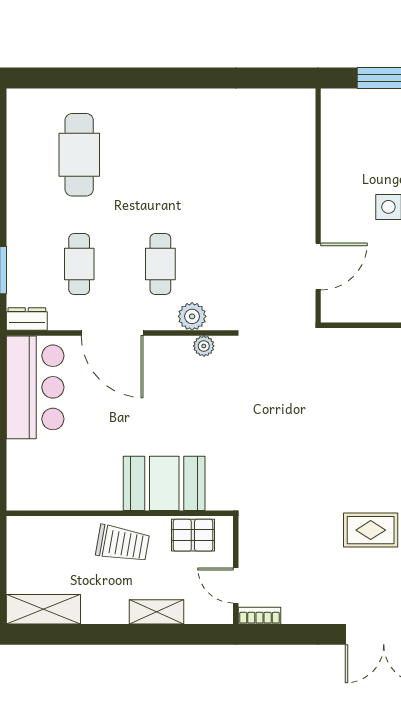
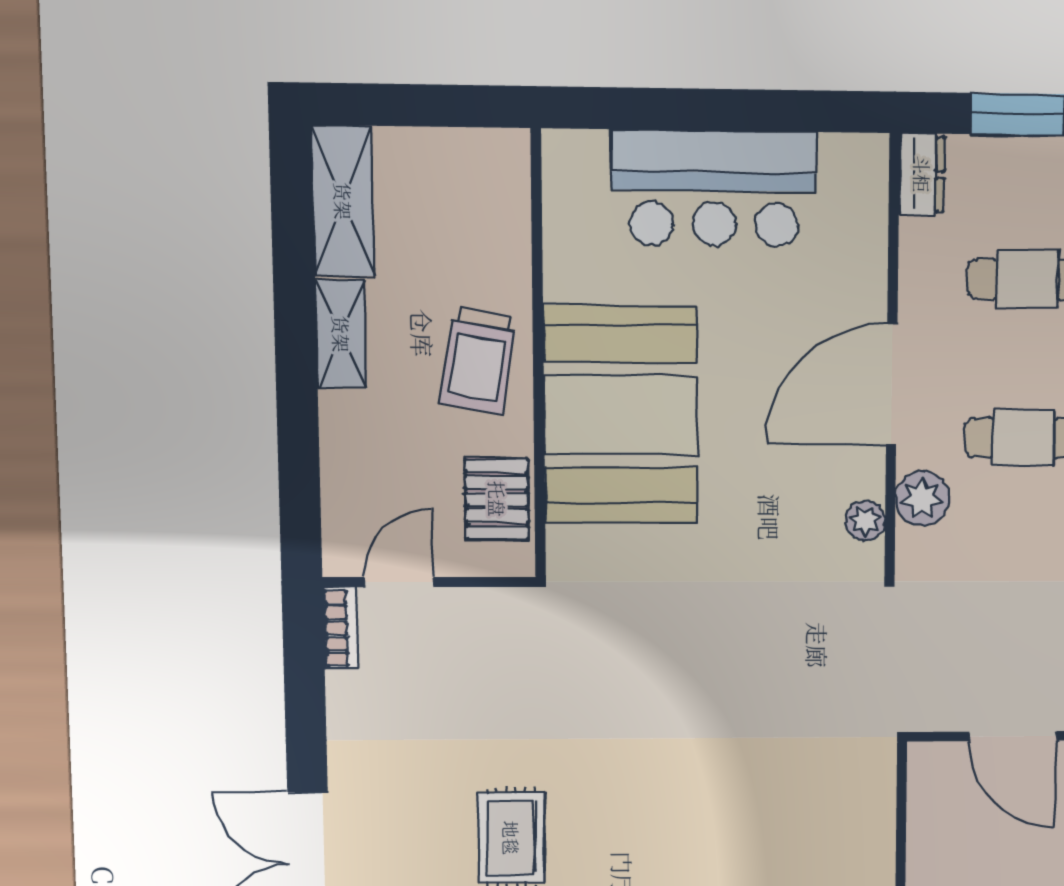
door: (112, 333) -> (892, 384), moved
bar counter: (35, 387) -> (714, 188), moved
booth: (164, 483) -> (621, 415), width x1.36, depth x1.42
shelving: (157, 612) -> (341, 334), moved

